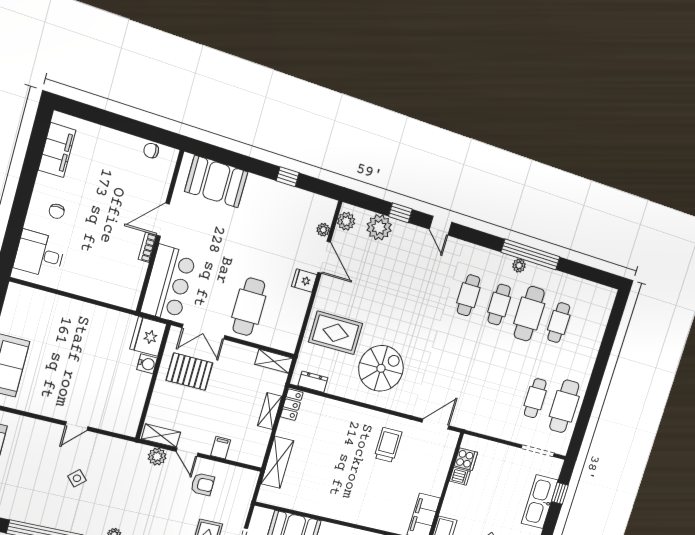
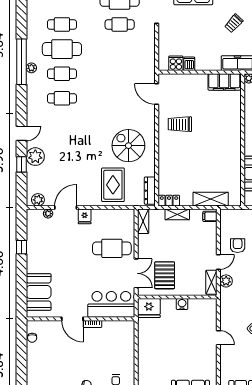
plant: (379, 227) -> (35, 157), moved
water cooler: (147, 364) -> (182, 304), moved
dresser: (313, 382) -> (150, 191), width x1.44
filing cabinet: (221, 448) -> (210, 216), moved

